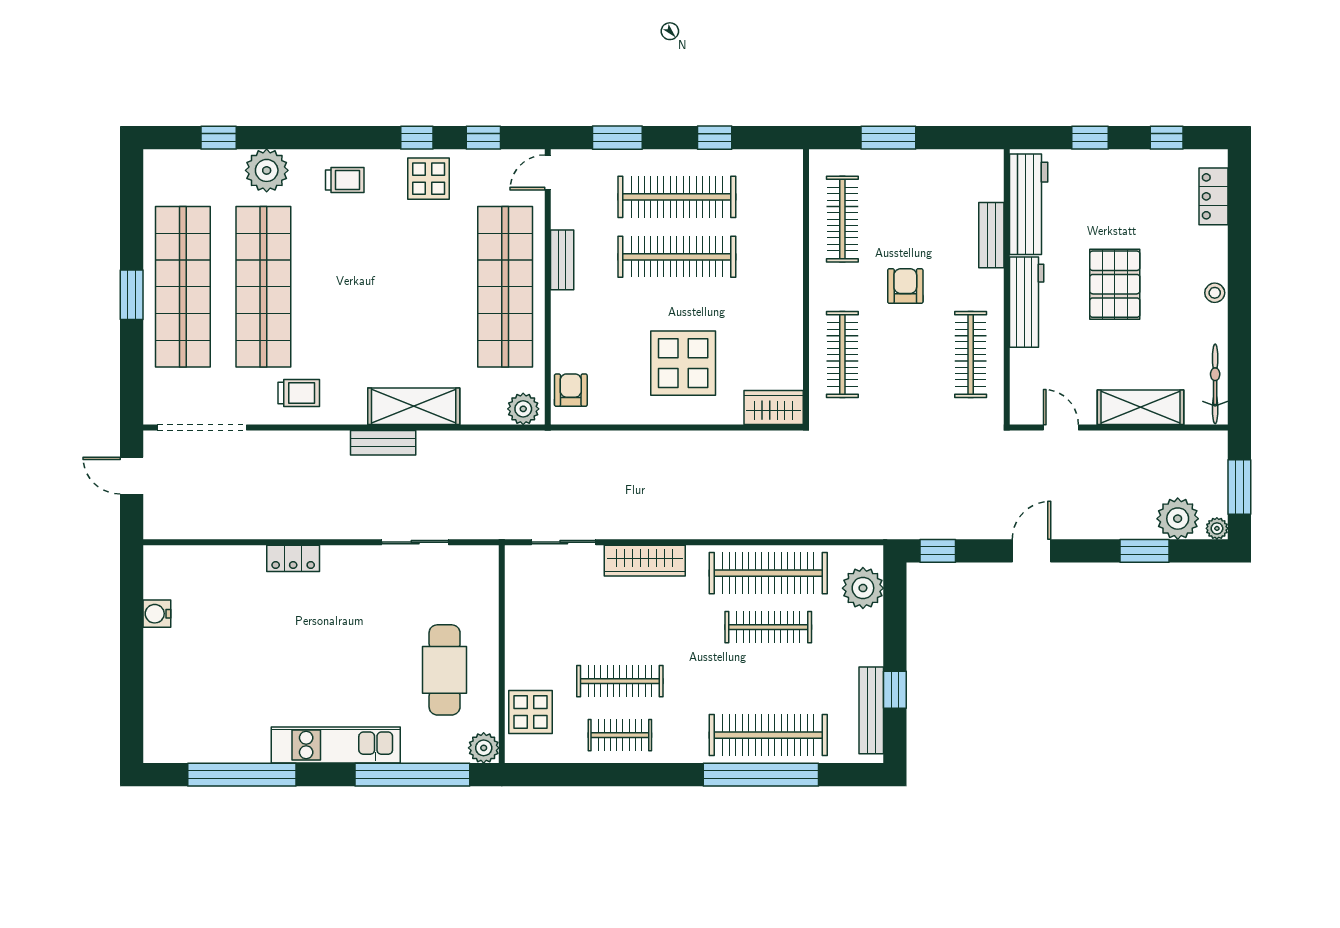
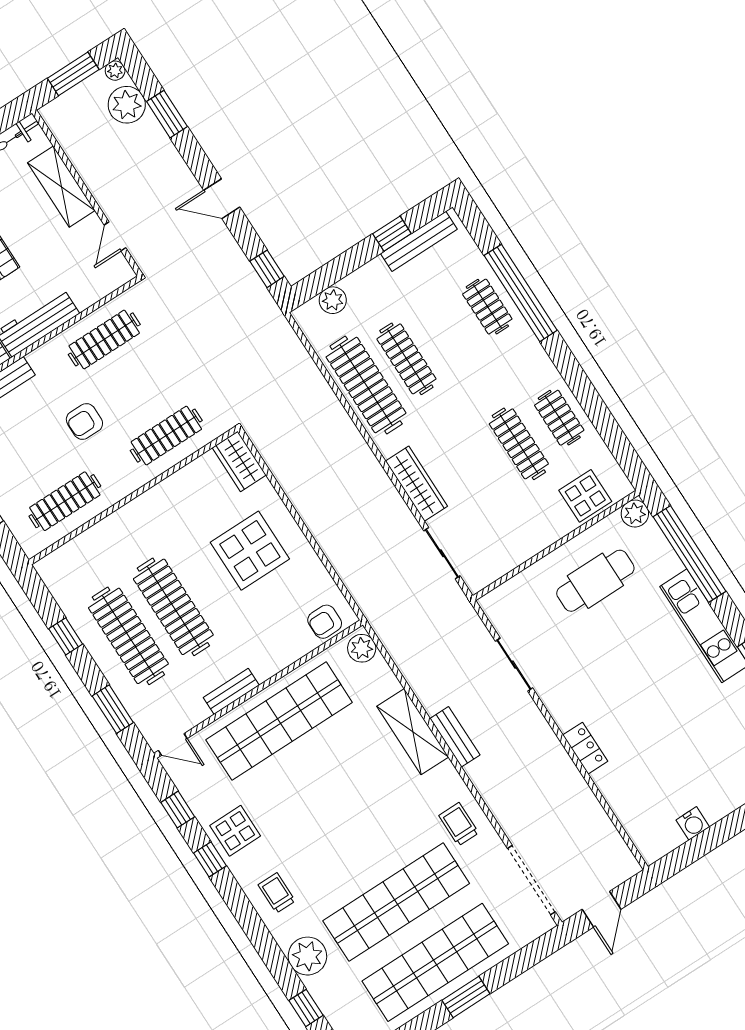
plant: (863, 588) -> (333, 300), width x0.73, depth x0.73
clothes rail: (768, 735) -> (487, 307), width x0.54, depth x0.76

